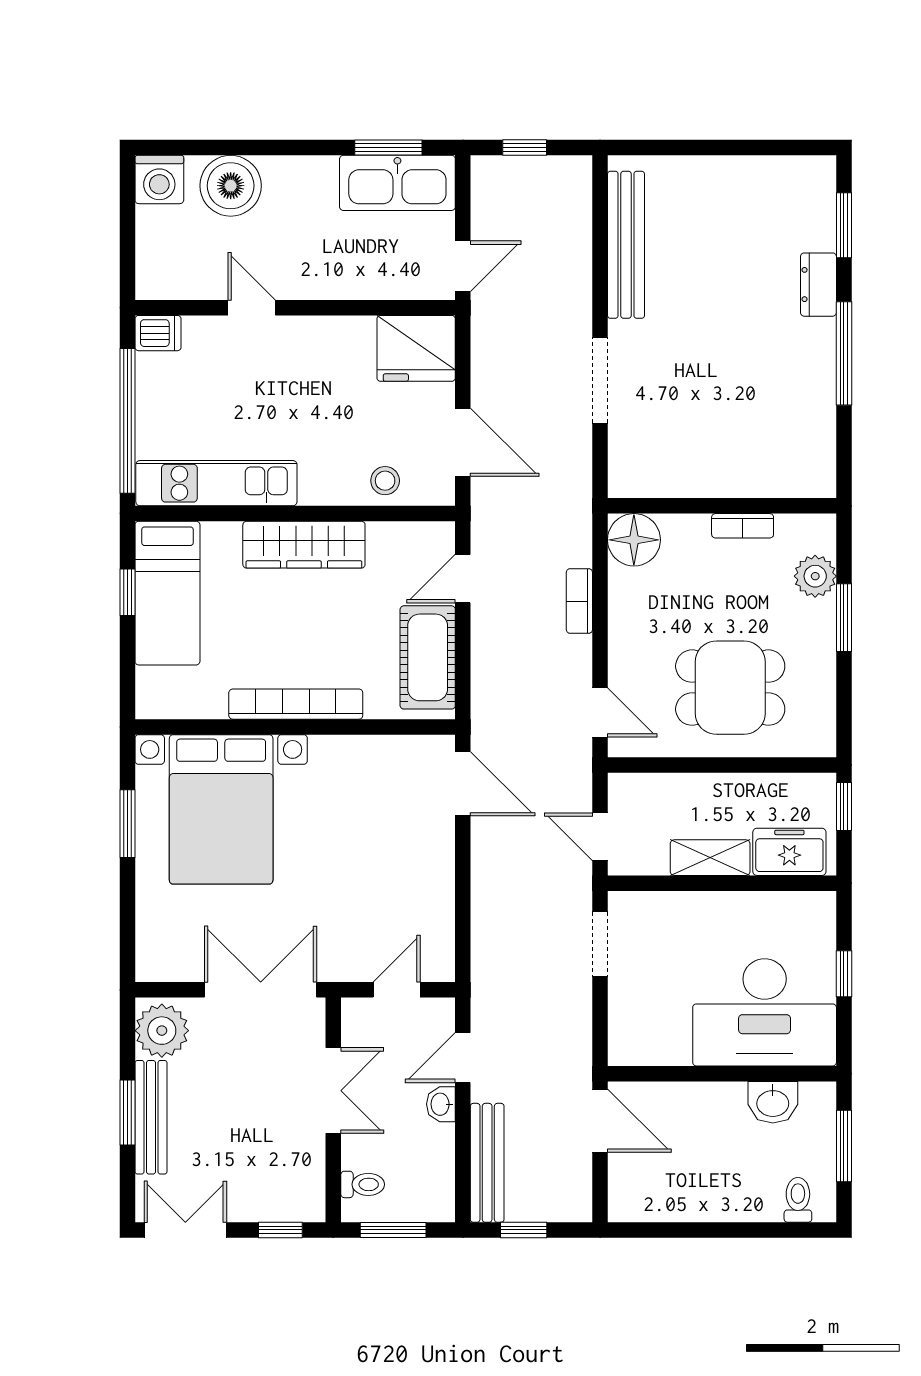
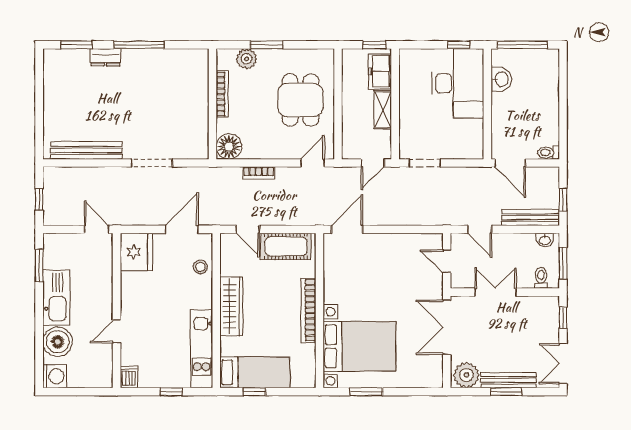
kitchen sink: (397, 183) -> (56, 298), moved
window: (127, 421) -> (171, 392), width x0.32
bookcase: (743, 526) -> (222, 94), width x1.56
window: (844, 807) -> (374, 45), moved
window: (844, 974) -> (459, 45), moved
washbasin: (441, 1104) -> (545, 240), moved
door: (600, 1121) -> (510, 163), swing flipped
window: (844, 1146) -> (522, 45), width x1.44
toilet: (798, 1200) -> (548, 153), moved

